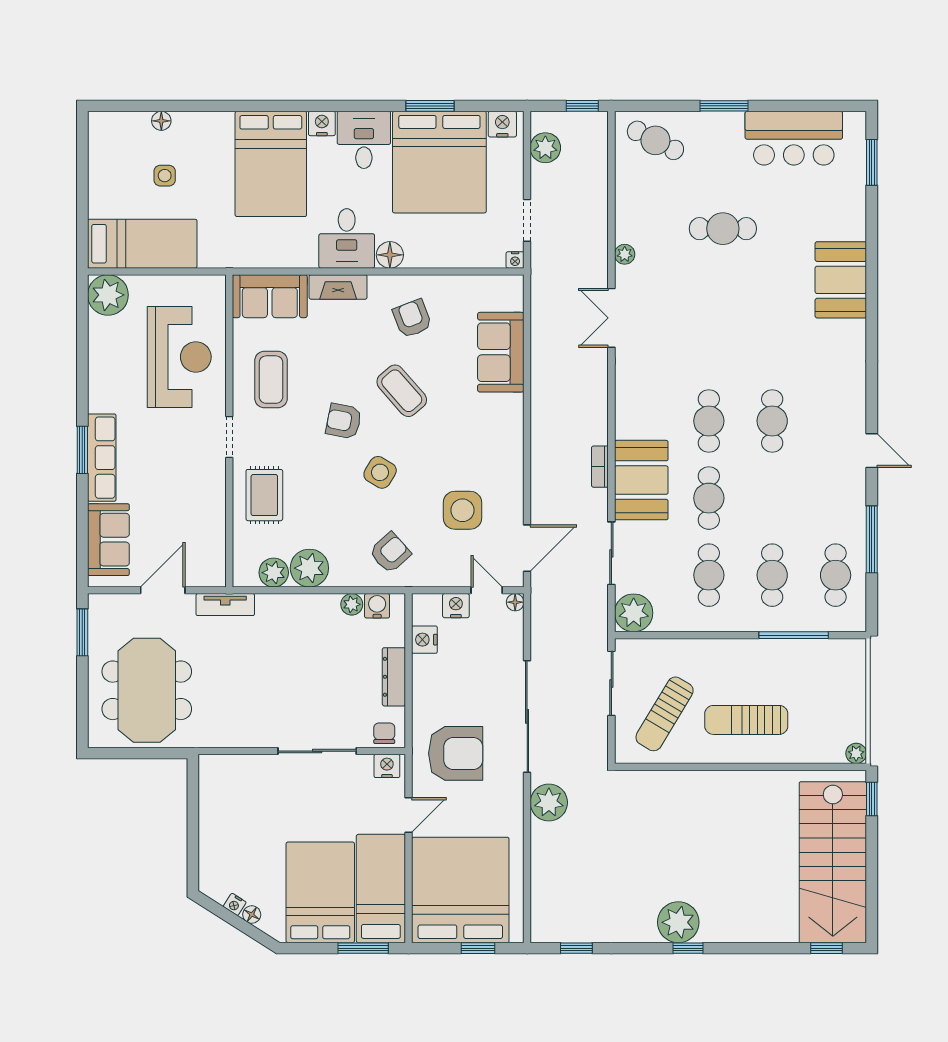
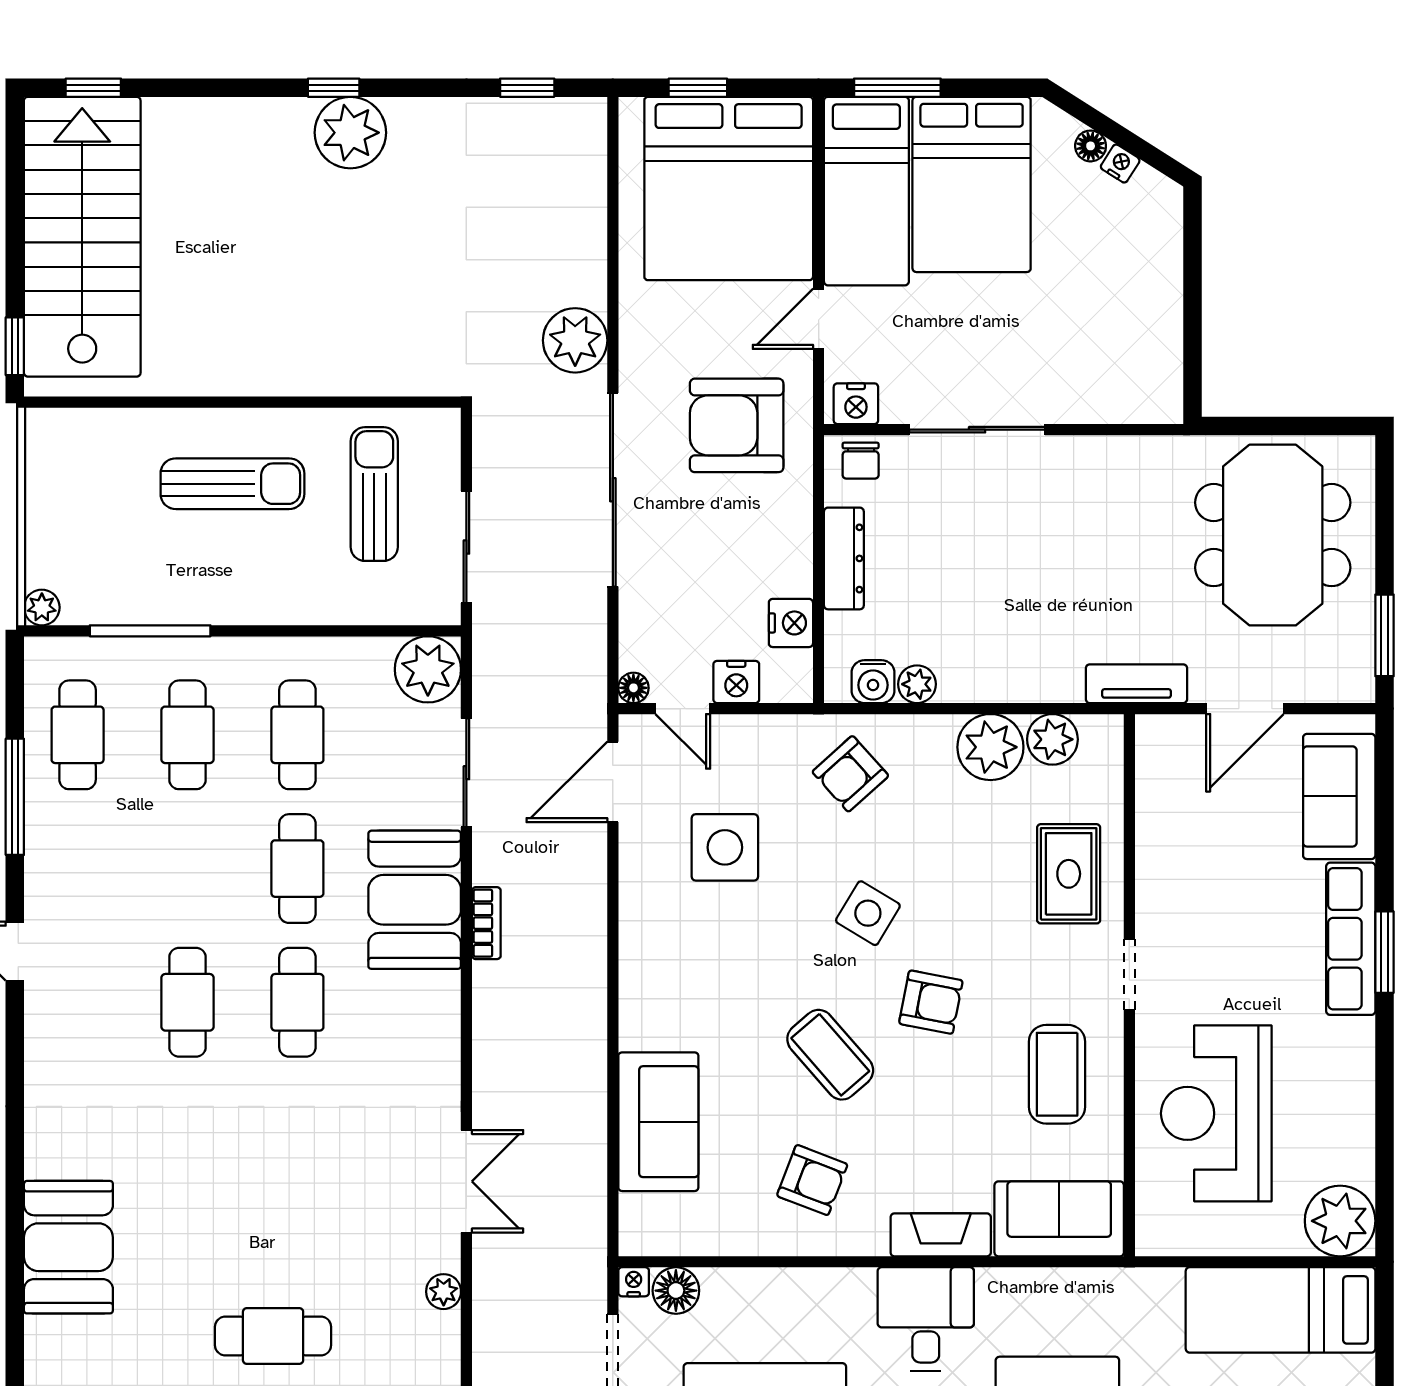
floor lamp: (390, 255) -> (676, 1291), moved
armchair: (412, 319) -> (812, 1180), turned -48
sun lounger: (665, 714) -> (374, 494), turned -31
plant: (856, 753) -> (42, 607), moved

